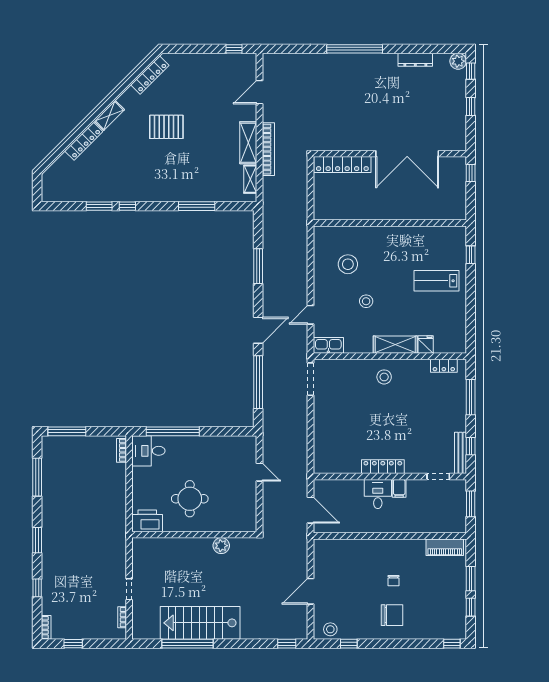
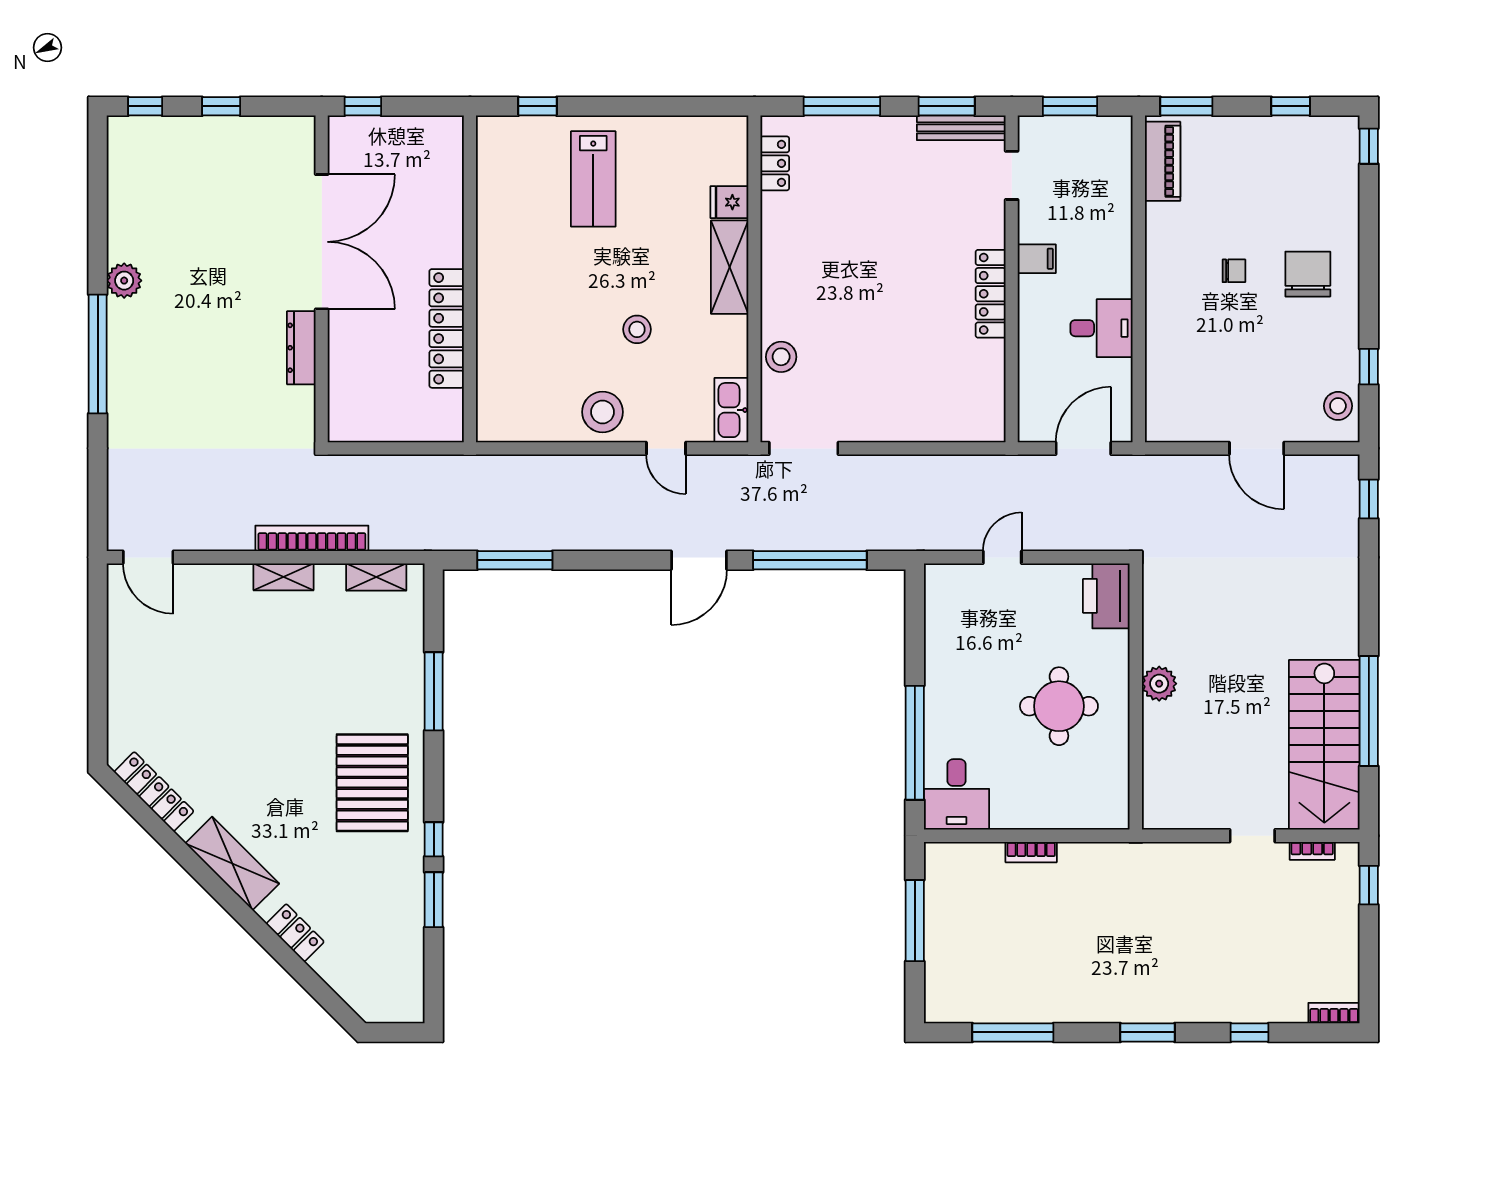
window: (234, 49) -> (98, 612), removed
dresser: (415, 60) -> (301, 348), moved, turned 180
plant: (458, 61) -> (124, 281), moved
door: (259, 92) -> (148, 557), moved
shelving: (109, 115) -> (232, 863), width x1.50, depth x1.33
pallet: (166, 127) -> (372, 783), moved, width x1.37, depth x1.41
locker: (84, 141) -> (295, 933), width x0.66
shelving: (248, 143) -> (283, 577), width x0.67, depth x0.75
locker: (342, 165) -> (447, 328), moved, turned 180
stool: (348, 264) -> (603, 412), moved
window: (258, 266) -> (515, 560), moved
door: (258, 330) -> (699, 560), swing flipped
stool: (384, 377) -> (781, 357), moved
window: (67, 431) -> (915, 921), moved
window: (471, 446) -> (947, 106), width x1.50
bookcase: (122, 450) -> (1031, 852), moved
desk: (378, 494) -> (1102, 328), moved, turned 180
printer: (147, 521) -> (1106, 596), moved
plant: (221, 546) -> (1159, 684), moved
window: (471, 579) -> (1186, 106), moved
stairs: (200, 623) -> (1324, 745), moved
window: (73, 644) -> (1369, 885), moved

